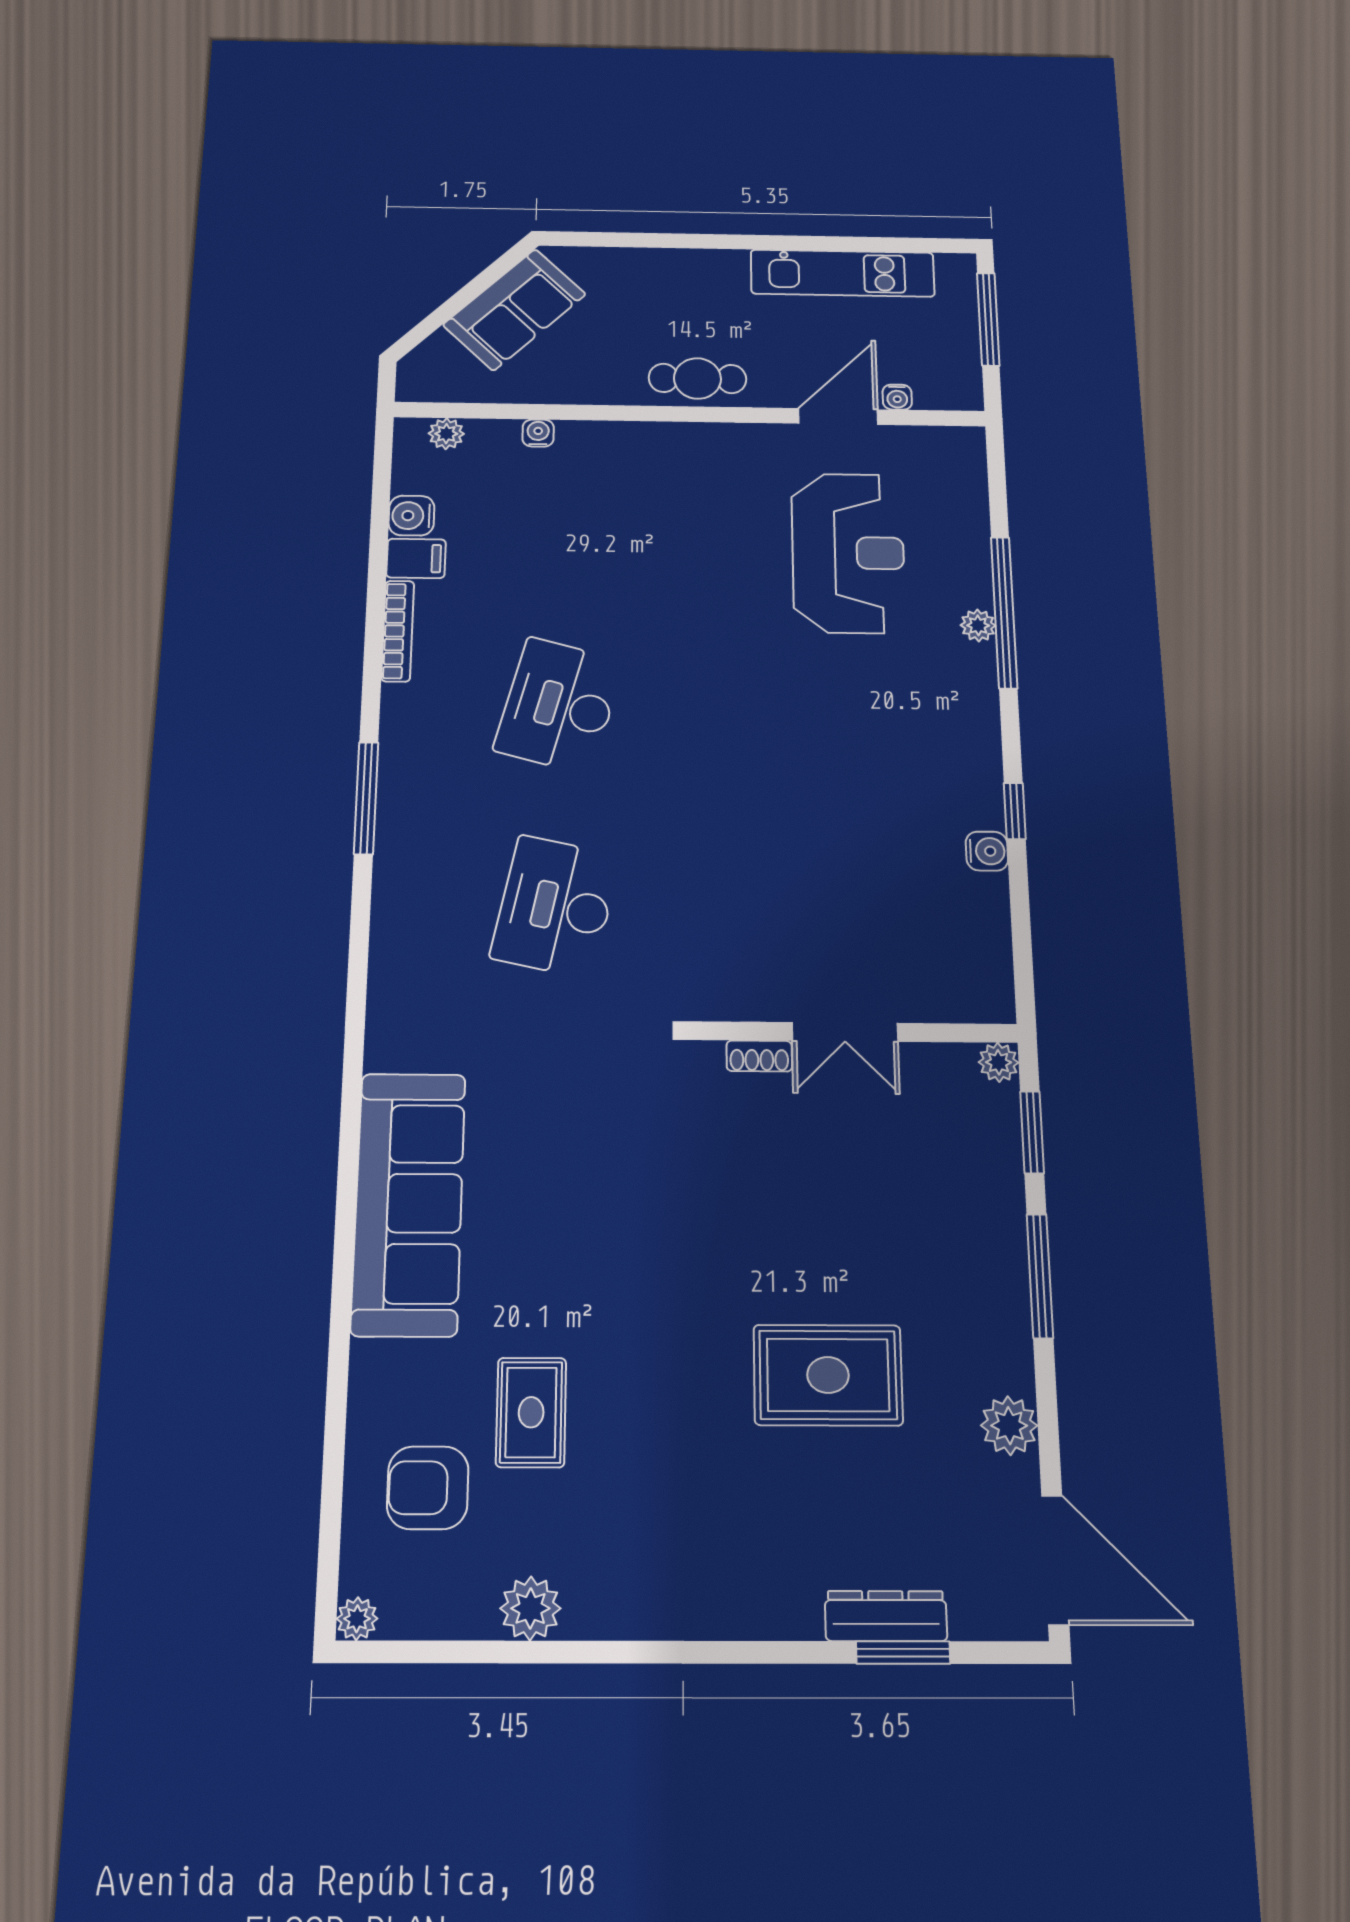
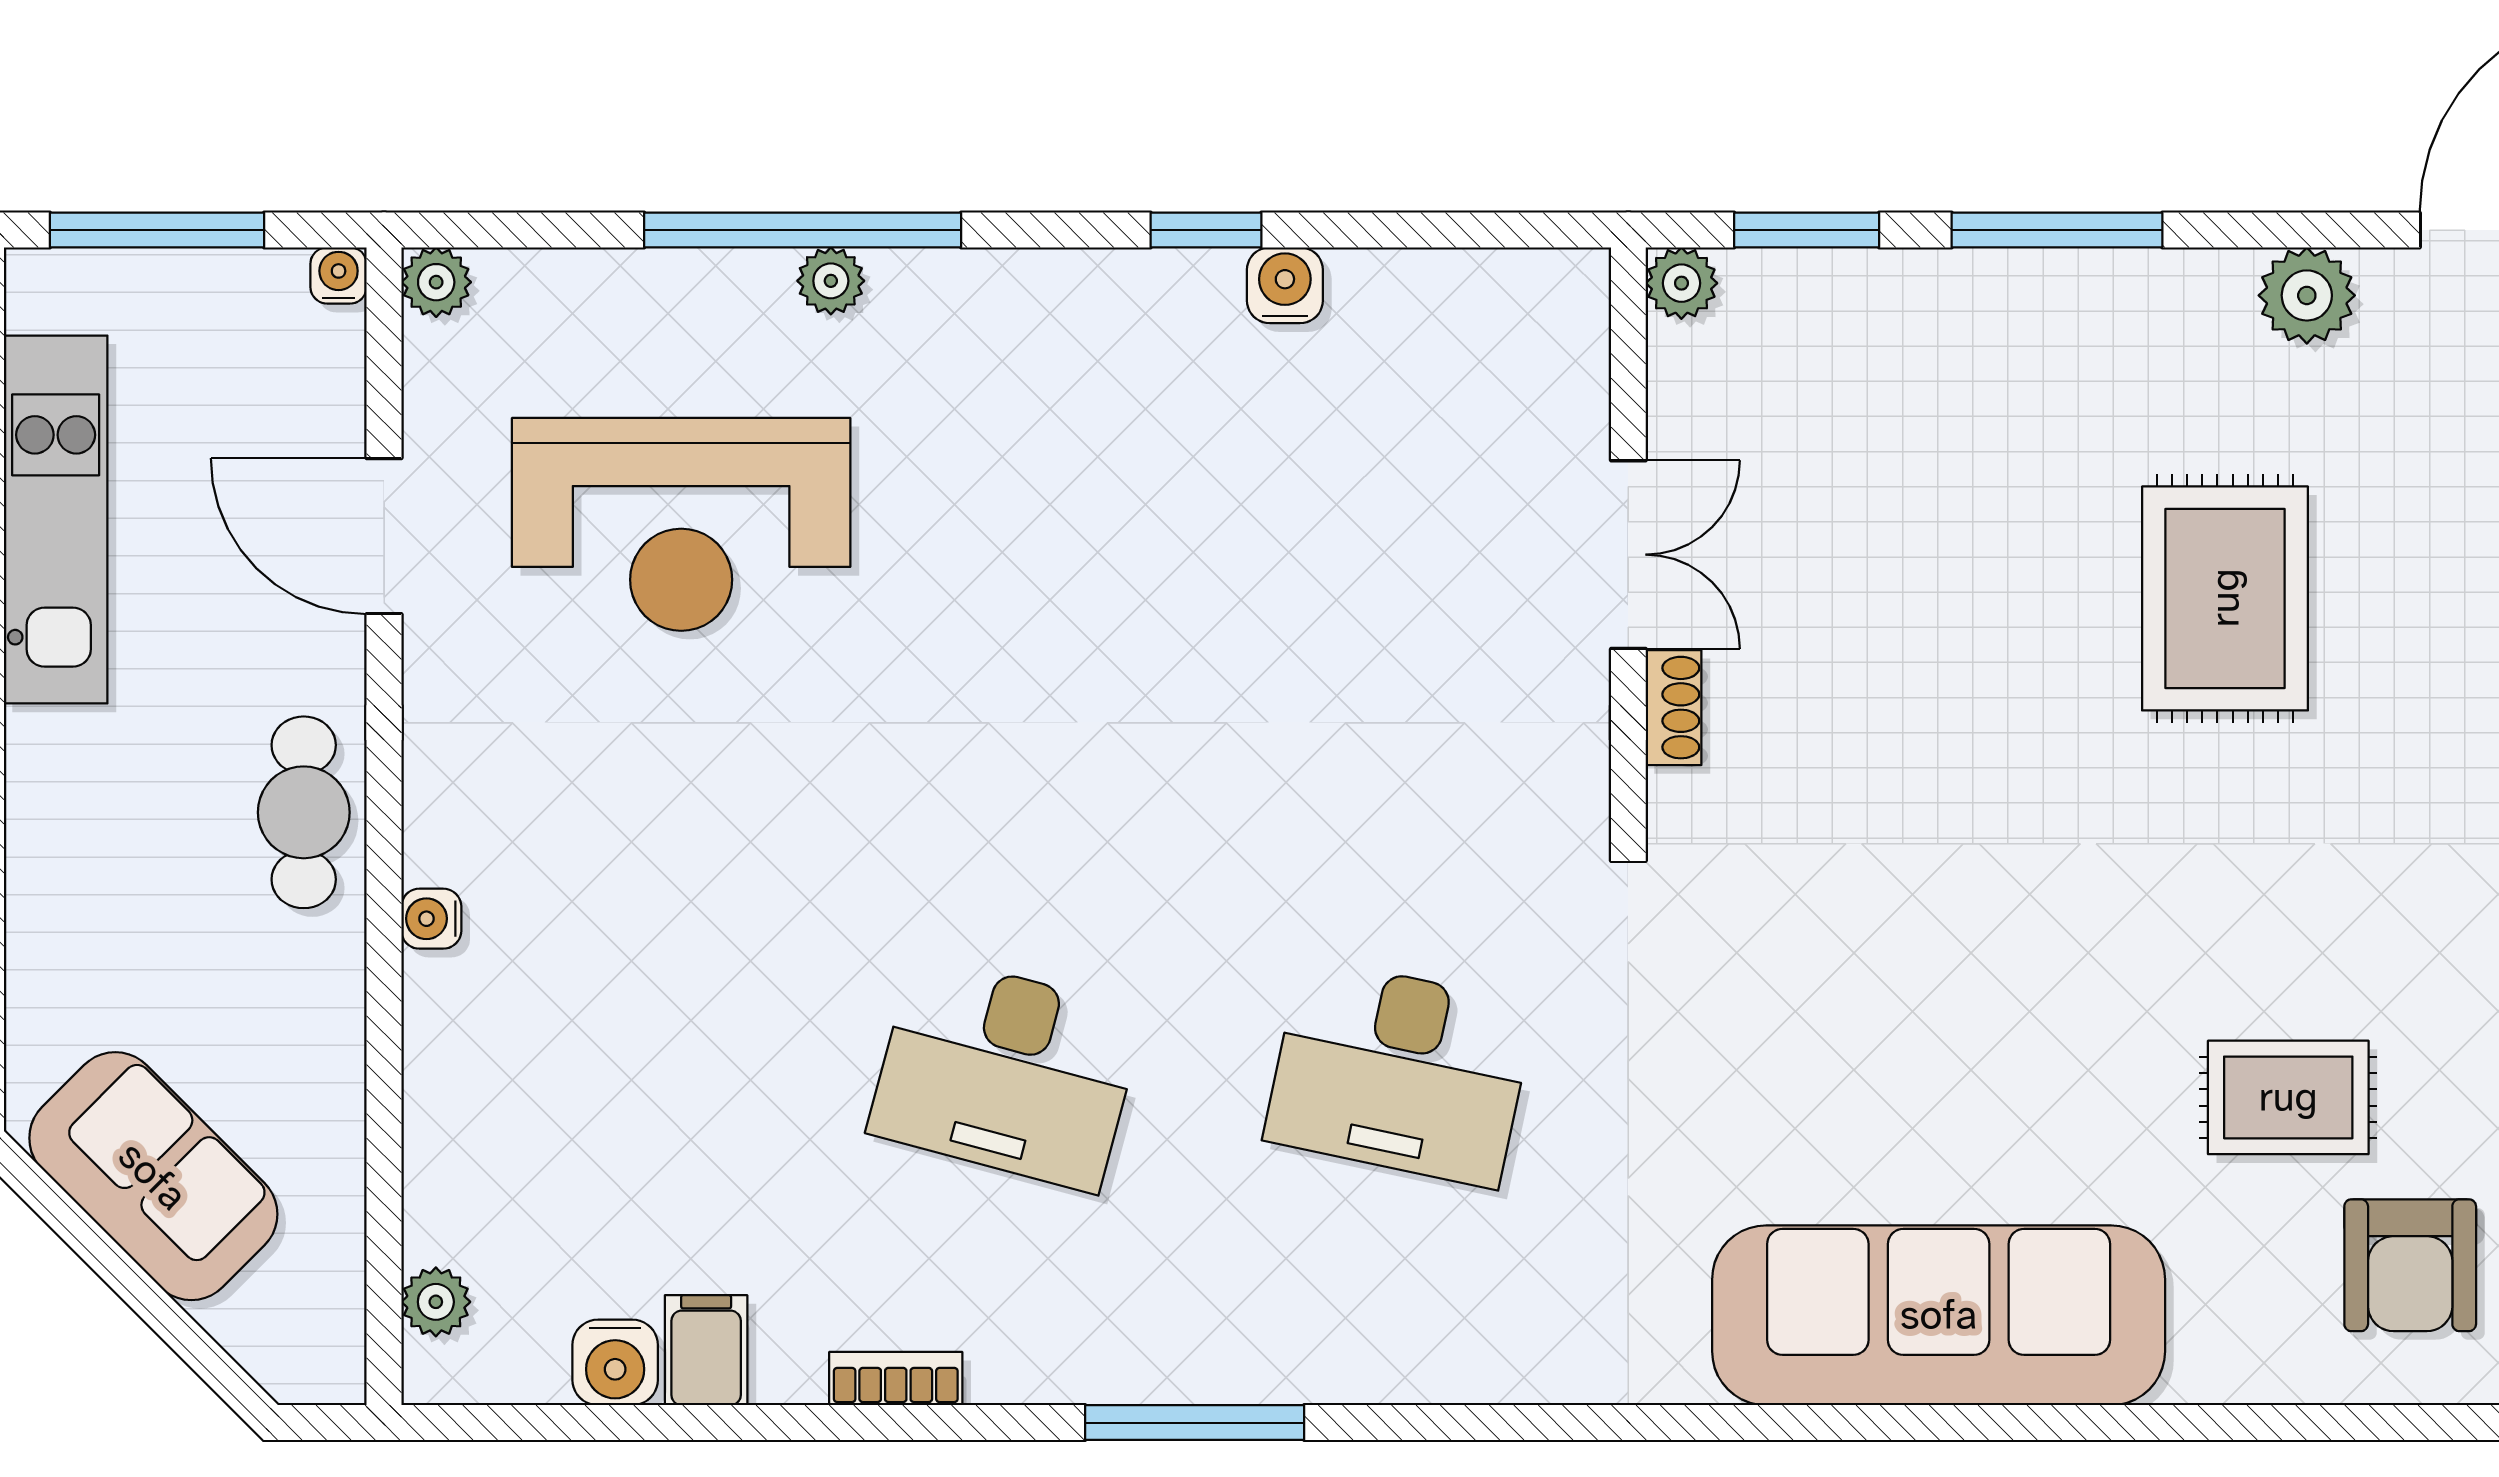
water cooler: (897, 397) -> (339, 275), moved, turned -90
water cooler: (538, 433) -> (431, 919), moved
plant: (968, 442) -> (436, 282), added
reception desk: (848, 553) -> (681, 524), turned 180
bookcase: (398, 631) -> (896, 1379), width x0.64

